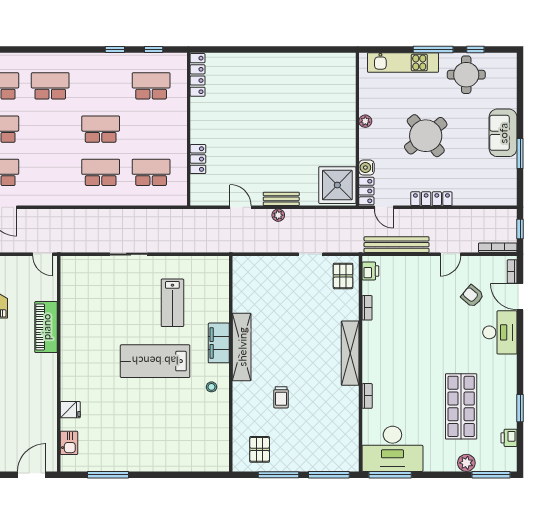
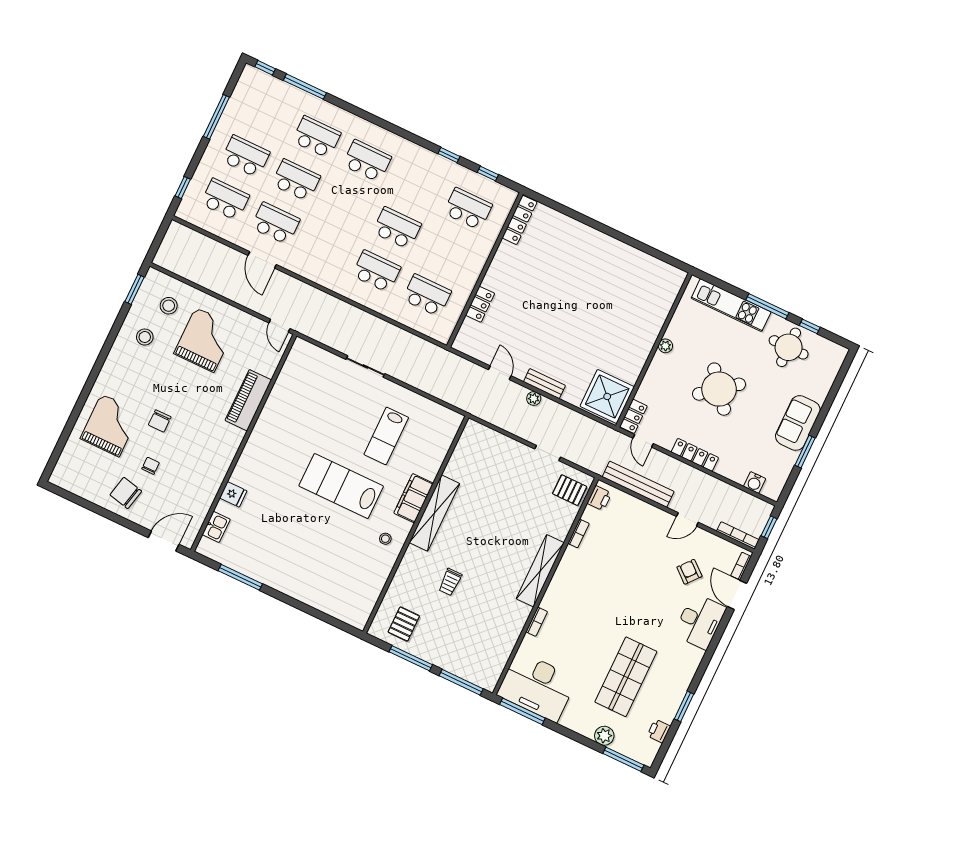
water cooler: (367, 168) -> (755, 483), moved, turned -90
pallet: (343, 276) -> (570, 490), turned 90

